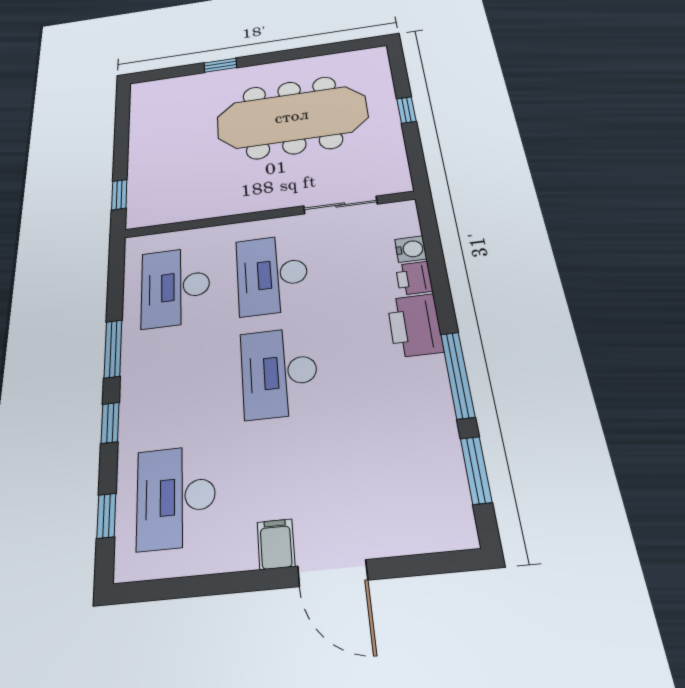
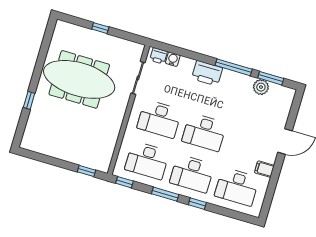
meeting table: (292, 117) -> (79, 79), turned 90
printer: (414, 278) -> (159, 56), moved
desk: (176, 384) -> (192, 174), added
plant: (442, 455) -> (261, 87), added
window: (106, 516) -> (125, 182), moved
filing cabinet: (276, 544) -> (264, 169), moved

